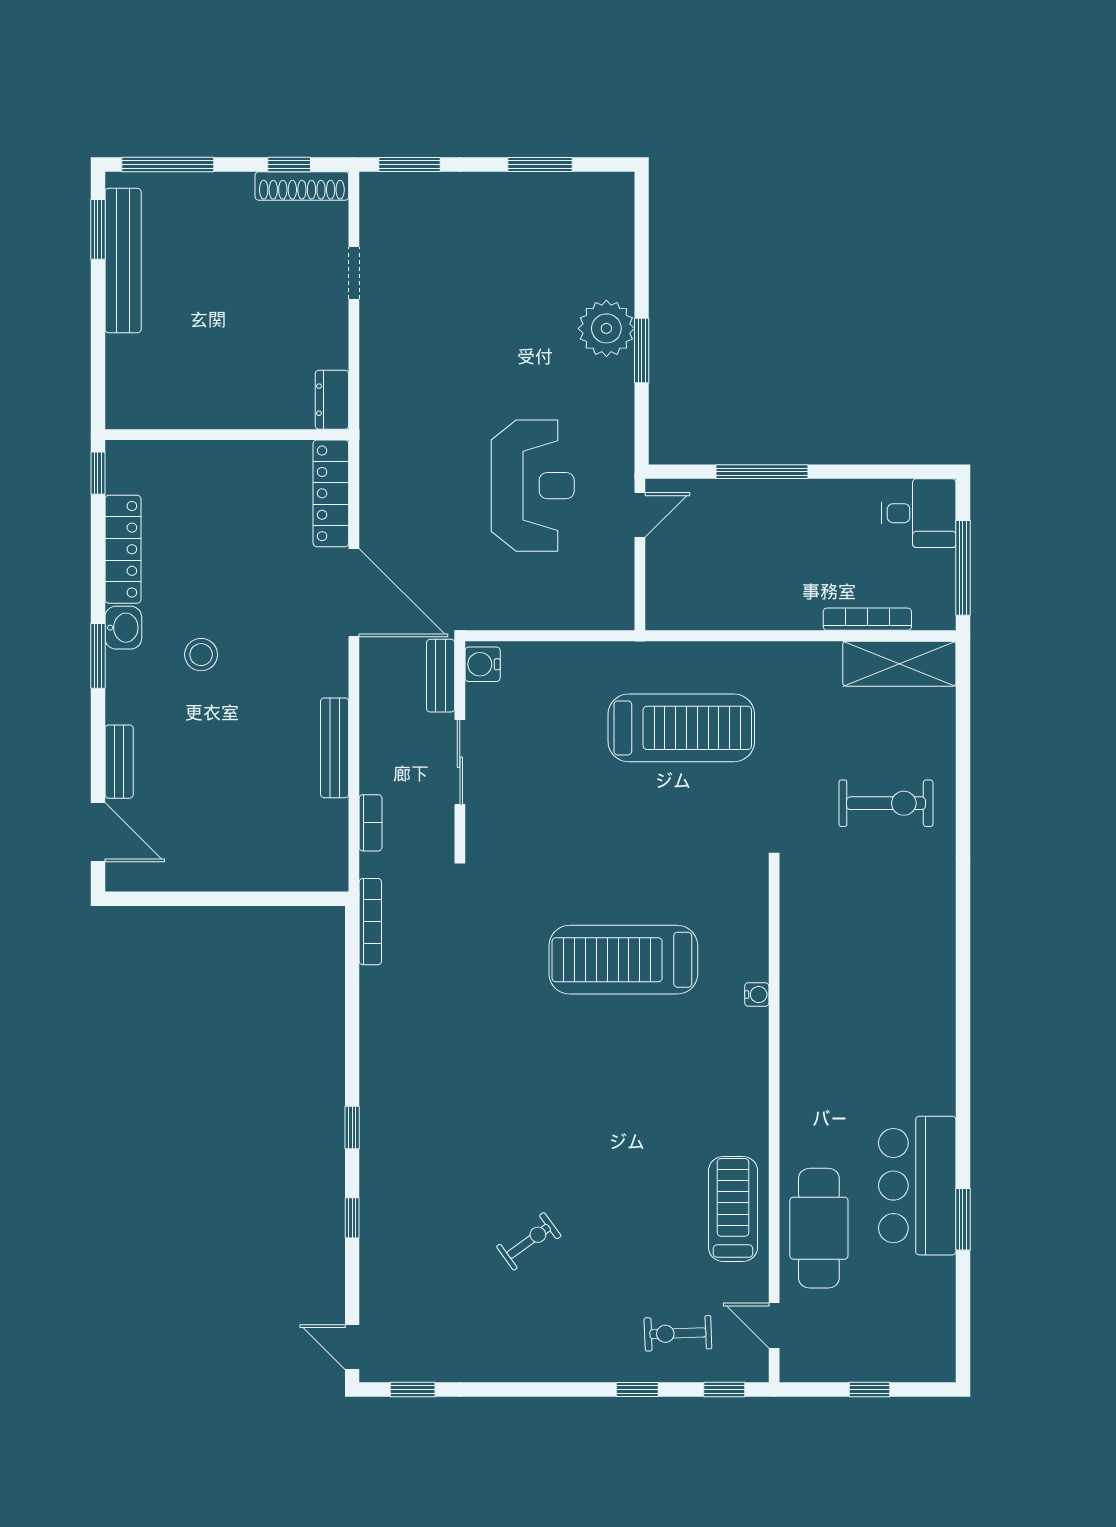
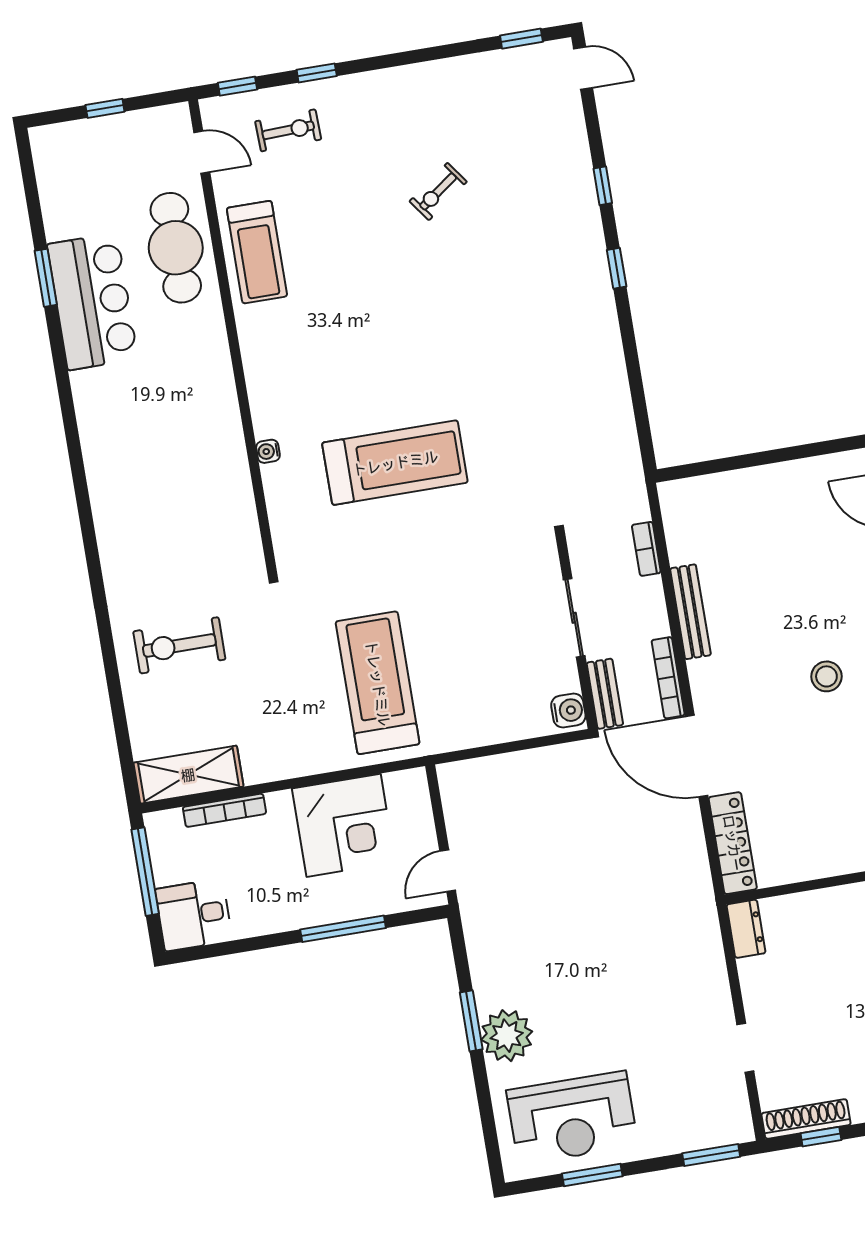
reception desk: (533, 486) -> (572, 1118), moved, turned -90
corner desk: (743, 582) -> (344, 825), added
treadmill: (681, 728) -> (378, 683), turned 90
bookcase: (370, 922) -> (668, 678), moved

